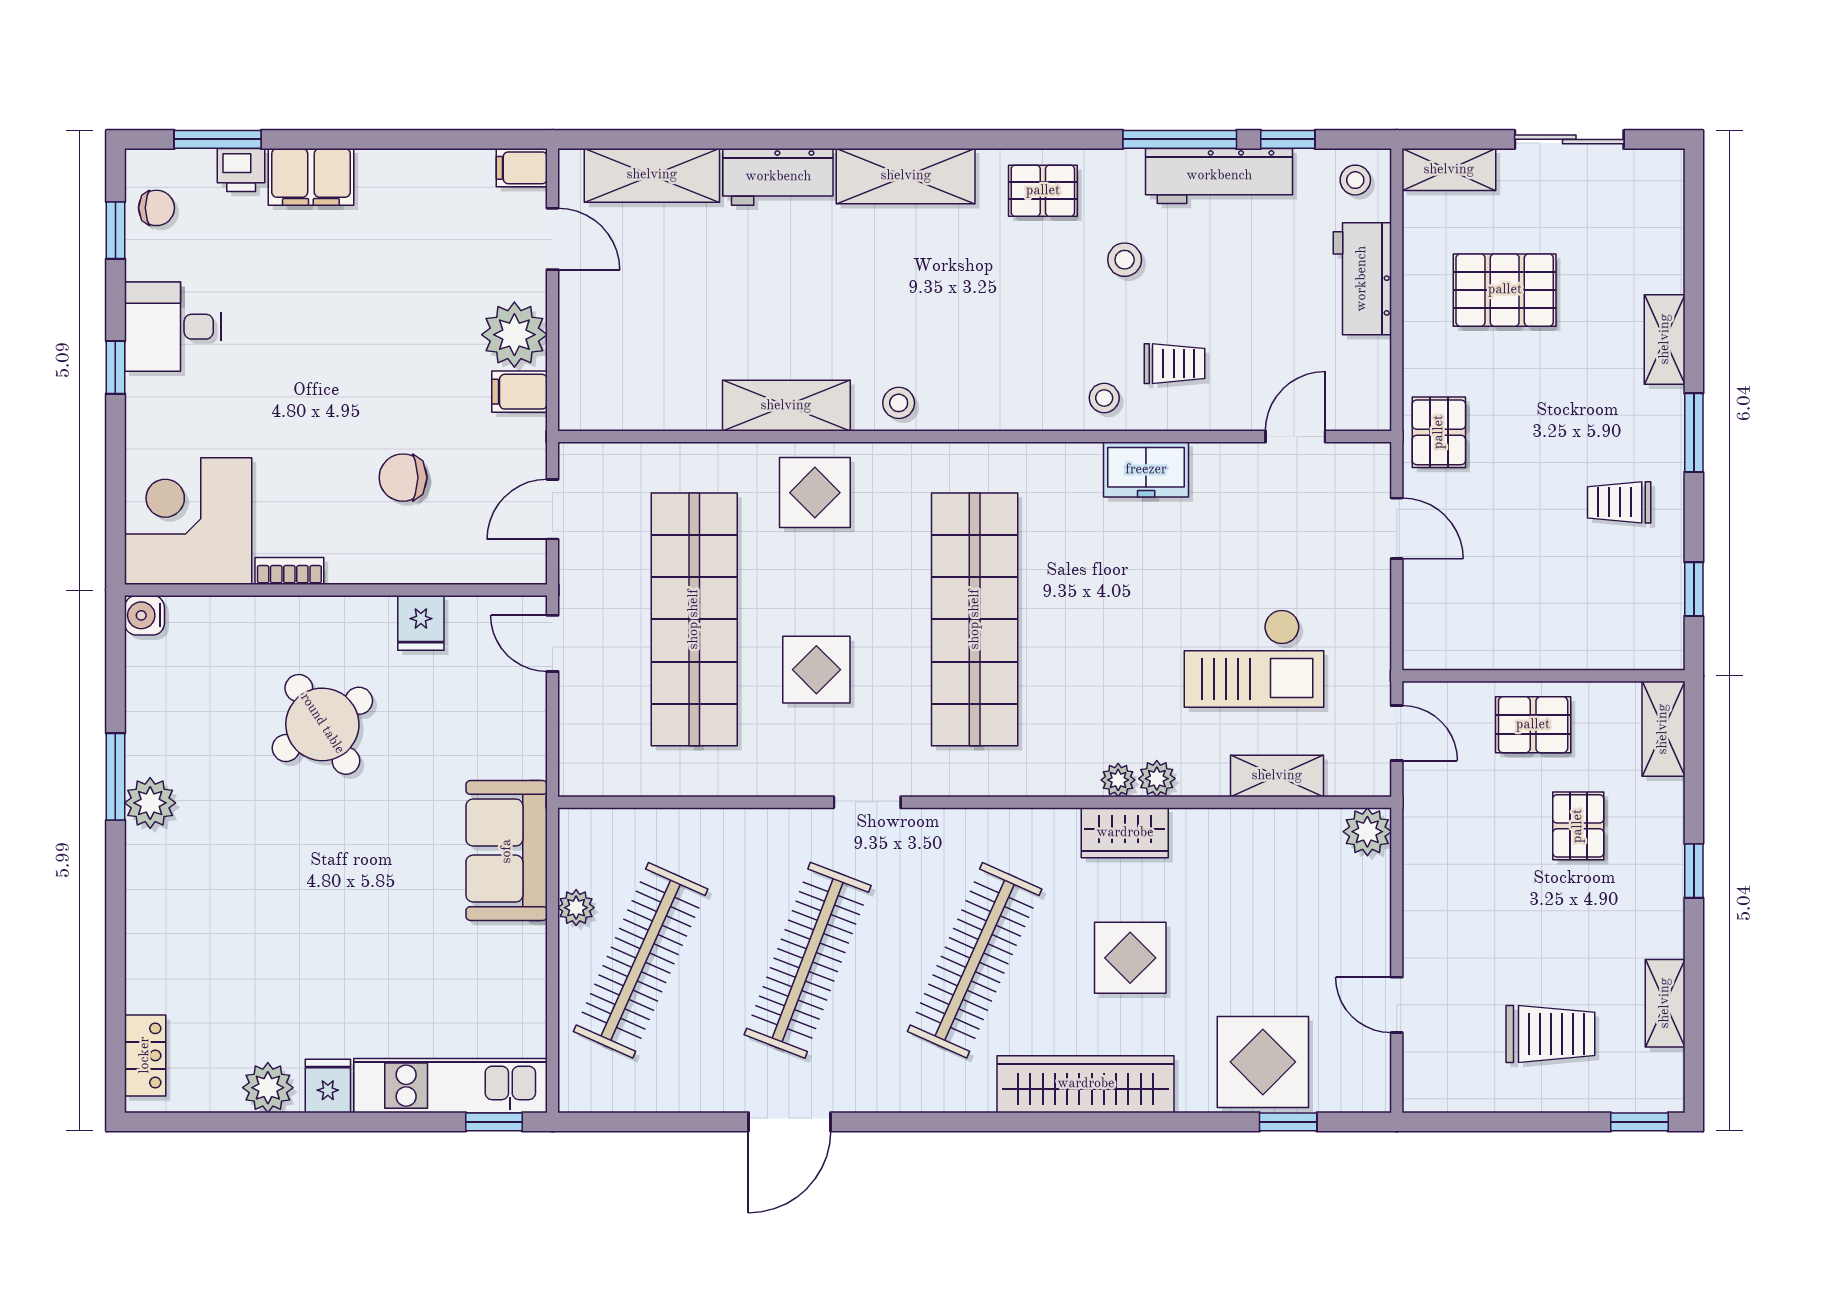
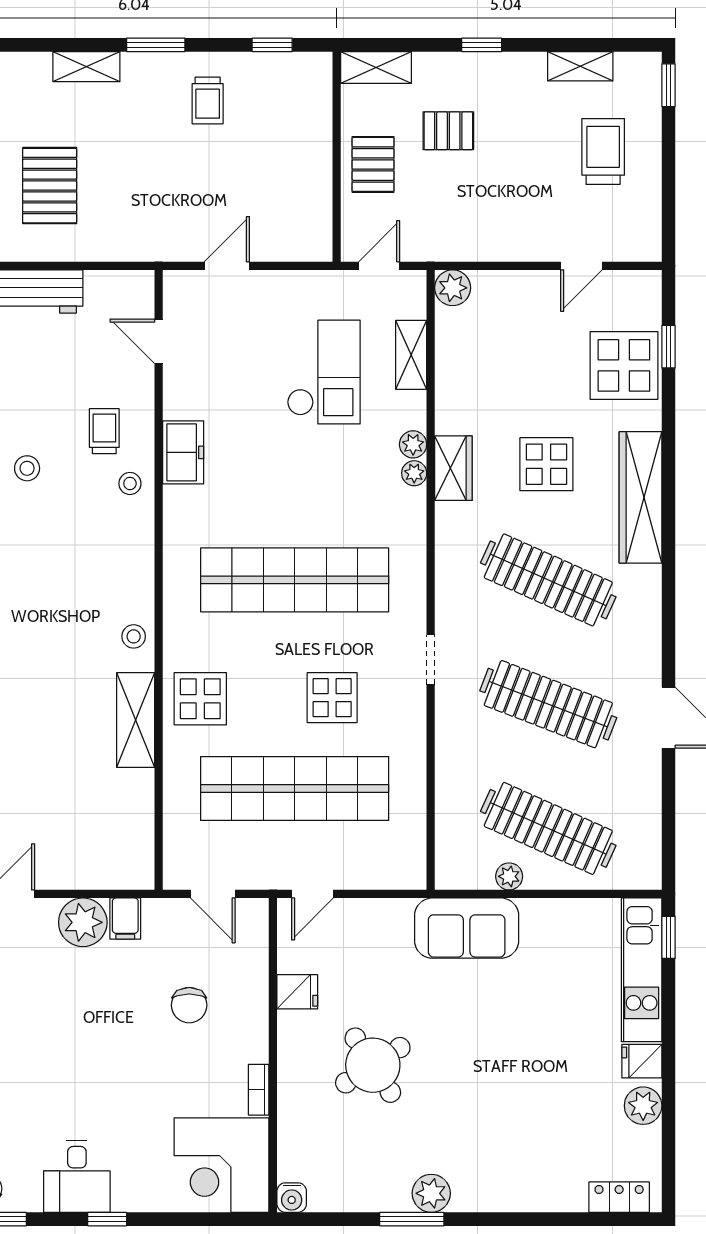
pallet: (1439, 432) -> (155, 235), removed

